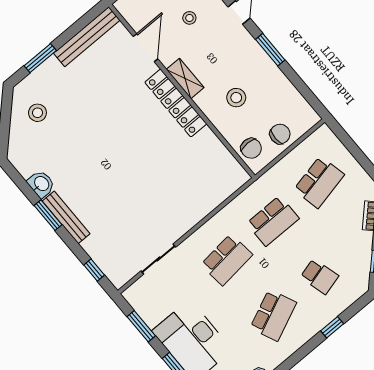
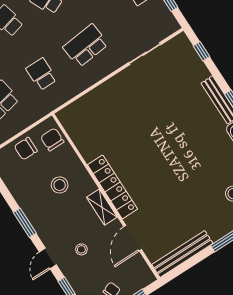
stool: (189, 18) -> (81, 249), moved
school desk: (273, 221) -> (41, 74), width x0.54

